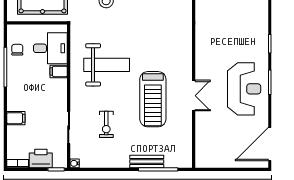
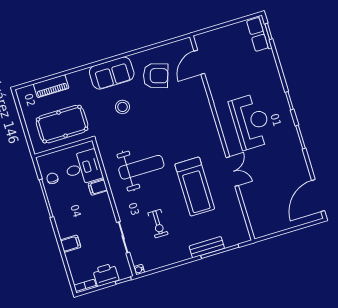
reception desk: (244, 89) -> (251, 122), moved

